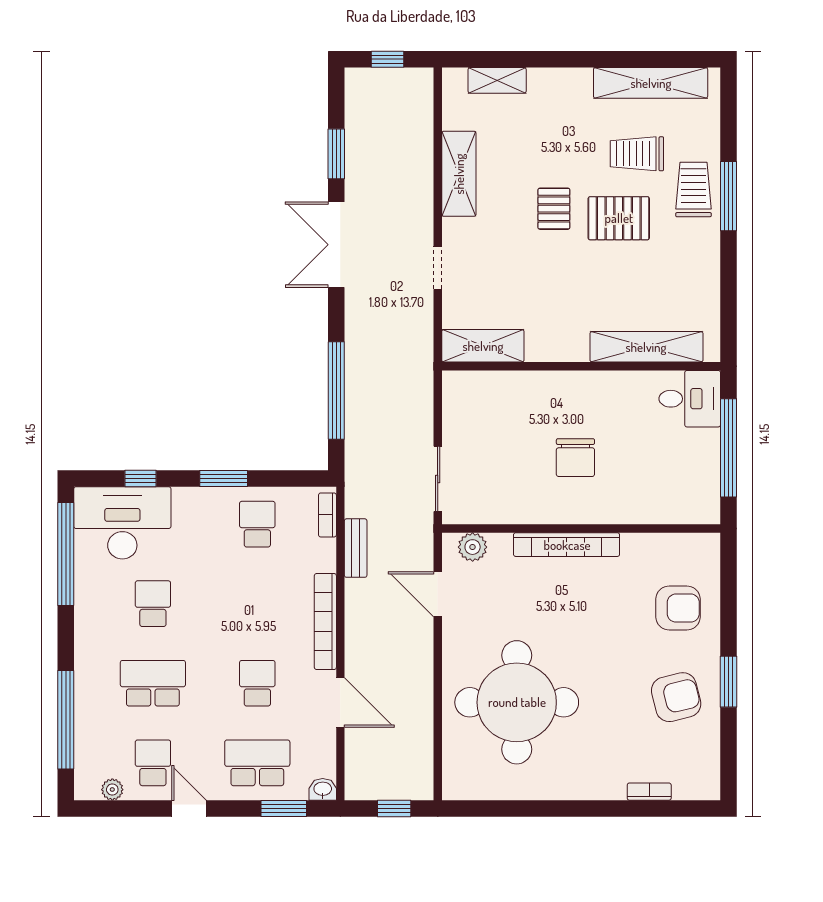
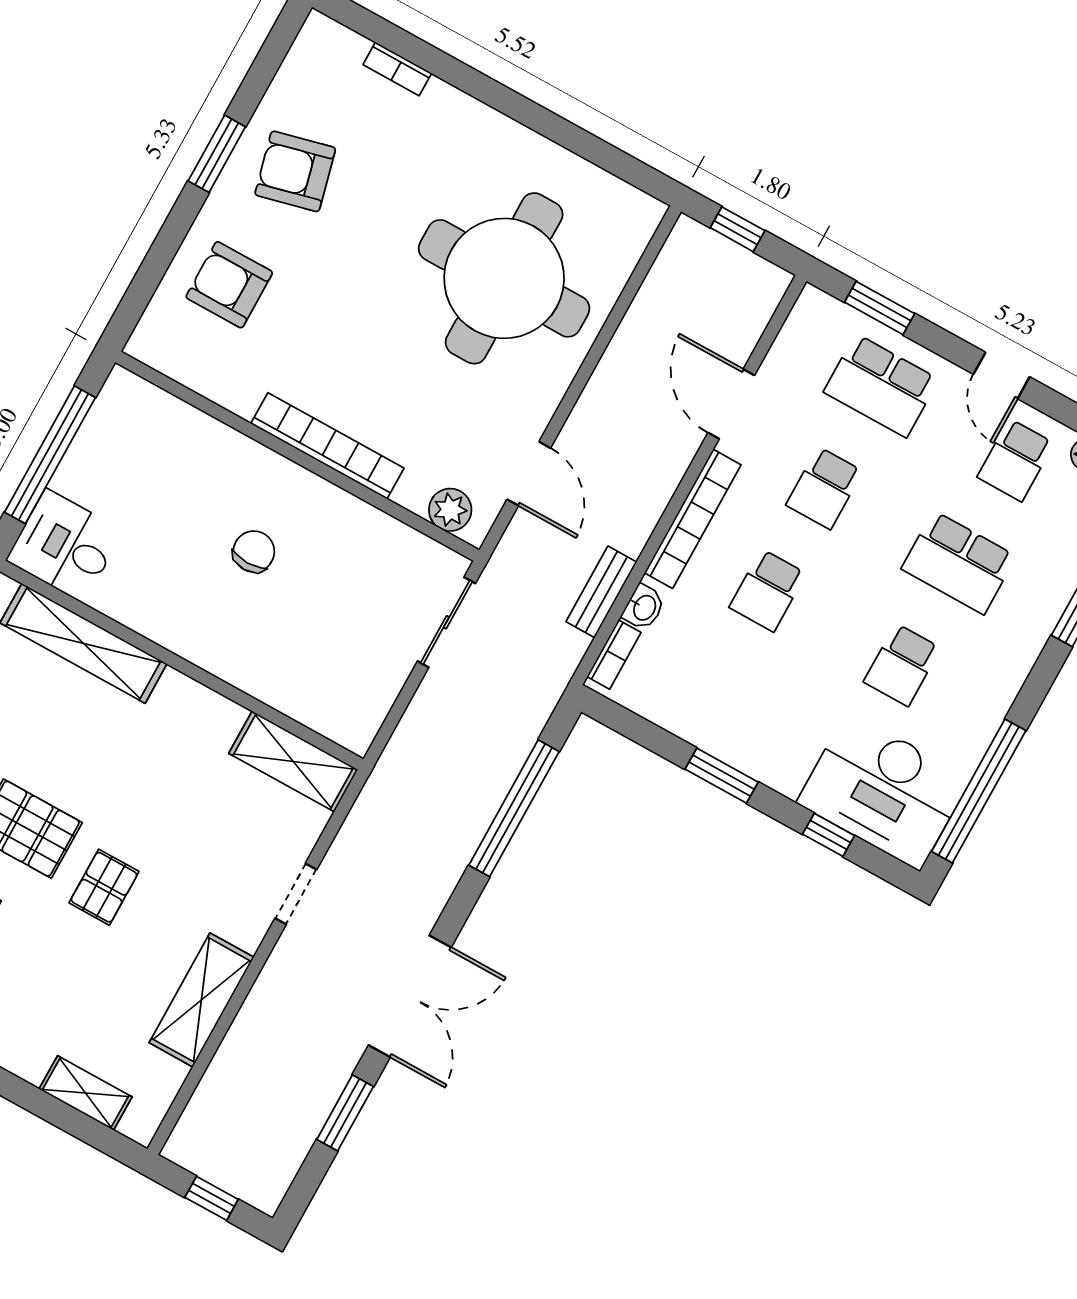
chair: (575, 458) -> (254, 552), width x0.73, depth x0.73
school desk: (257, 524) -> (768, 590), moved
washbasin: (323, 789) -> (644, 607), moved, turned -90

